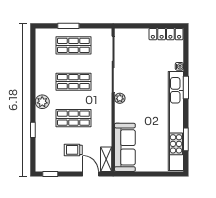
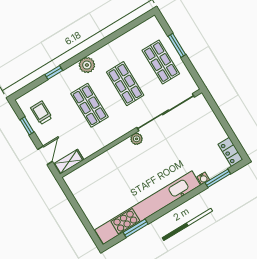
locker: (166, 34) -> (230, 152), width x0.66
window: (186, 87) -> (218, 178), moved
sofa: (125, 147) -> (91, 173), removed
trolley: (73, 150) -> (41, 113), moved
window: (50, 174) -> (27, 126), moved

